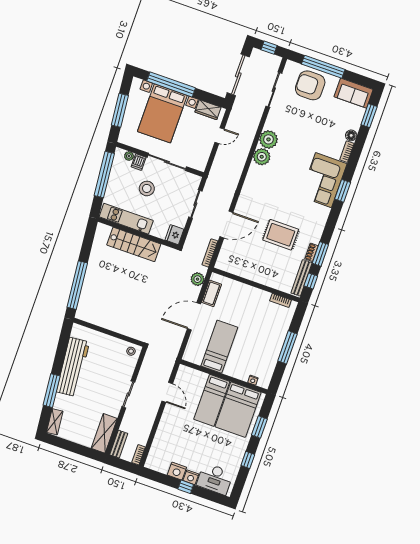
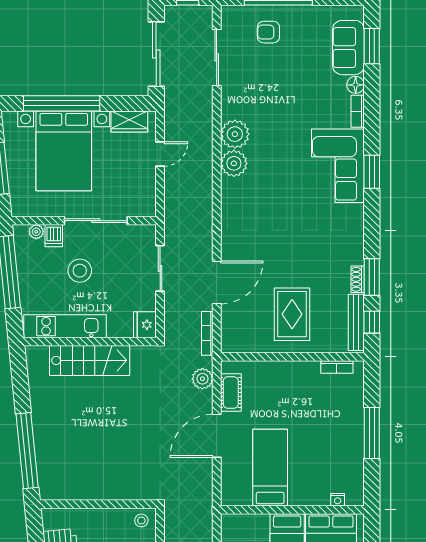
armchair: (310, 85) -> (268, 32), width x0.53, depth x0.53
sofa: (354, 93) -> (348, 48), moved, turned 90
rug: (281, 235) -> (292, 314), moved, turned 90

